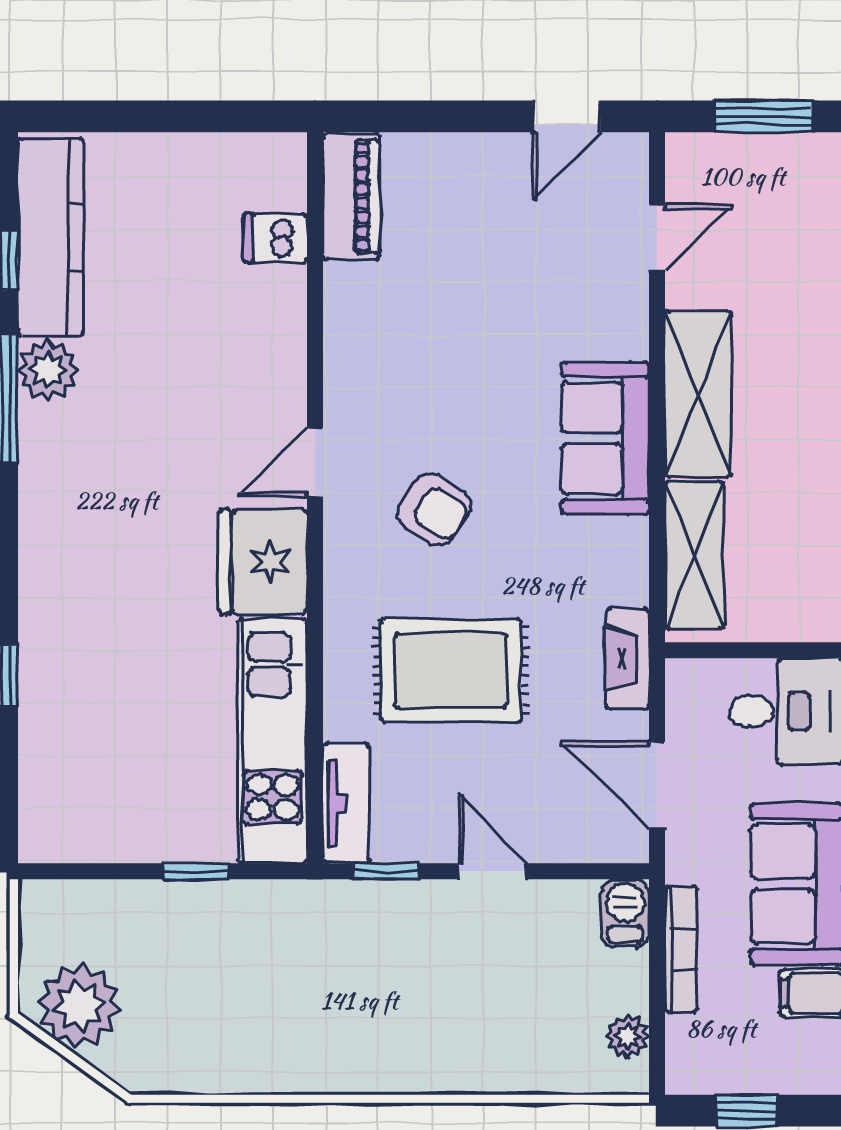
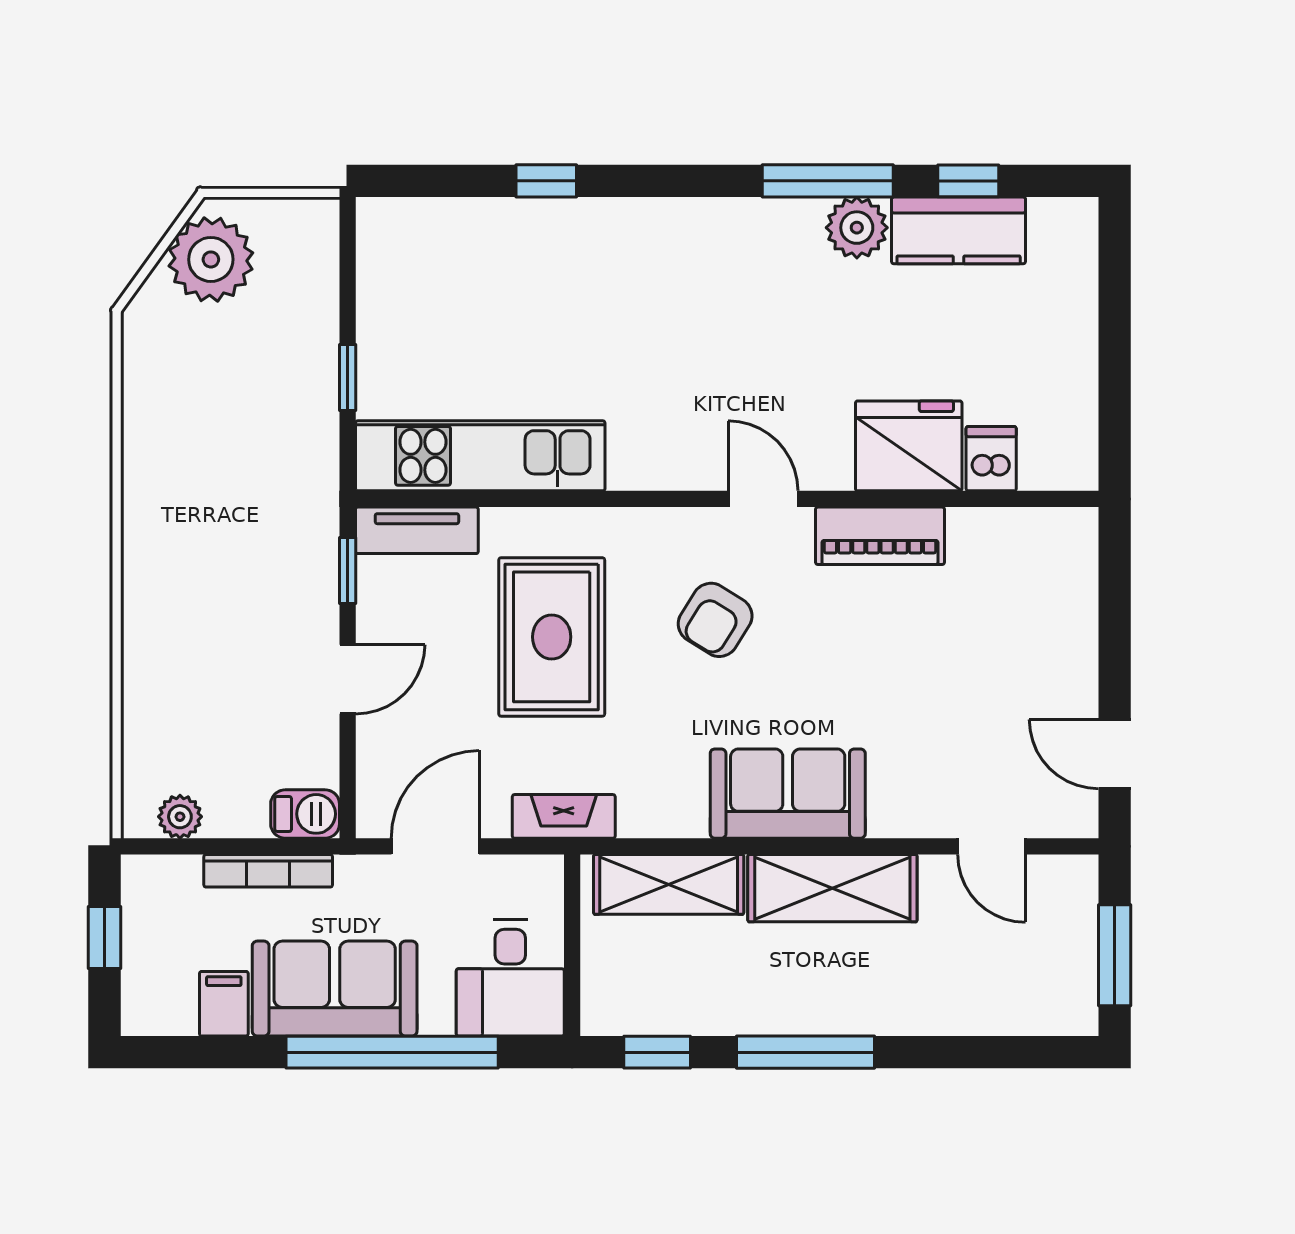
piano: (351, 196) -> (880, 536), moved
kitchen counter: (51, 237) -> (959, 230), width x0.67
fridge: (263, 562) -> (909, 446), moved

